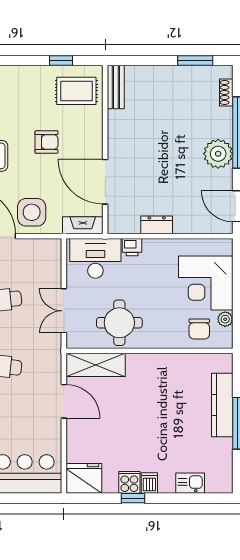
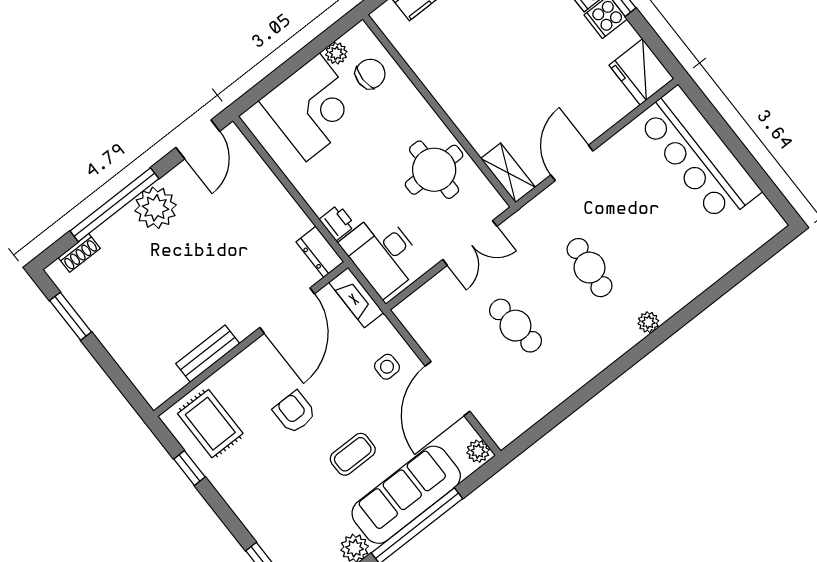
bench: (116, 87) -> (208, 354), moved
side table: (32, 212) -> (387, 367), width x0.54, depth x0.54
dresser: (157, 225) -> (320, 252), moved
shelving: (96, 365) -> (508, 173), width x0.67, depth x0.75

